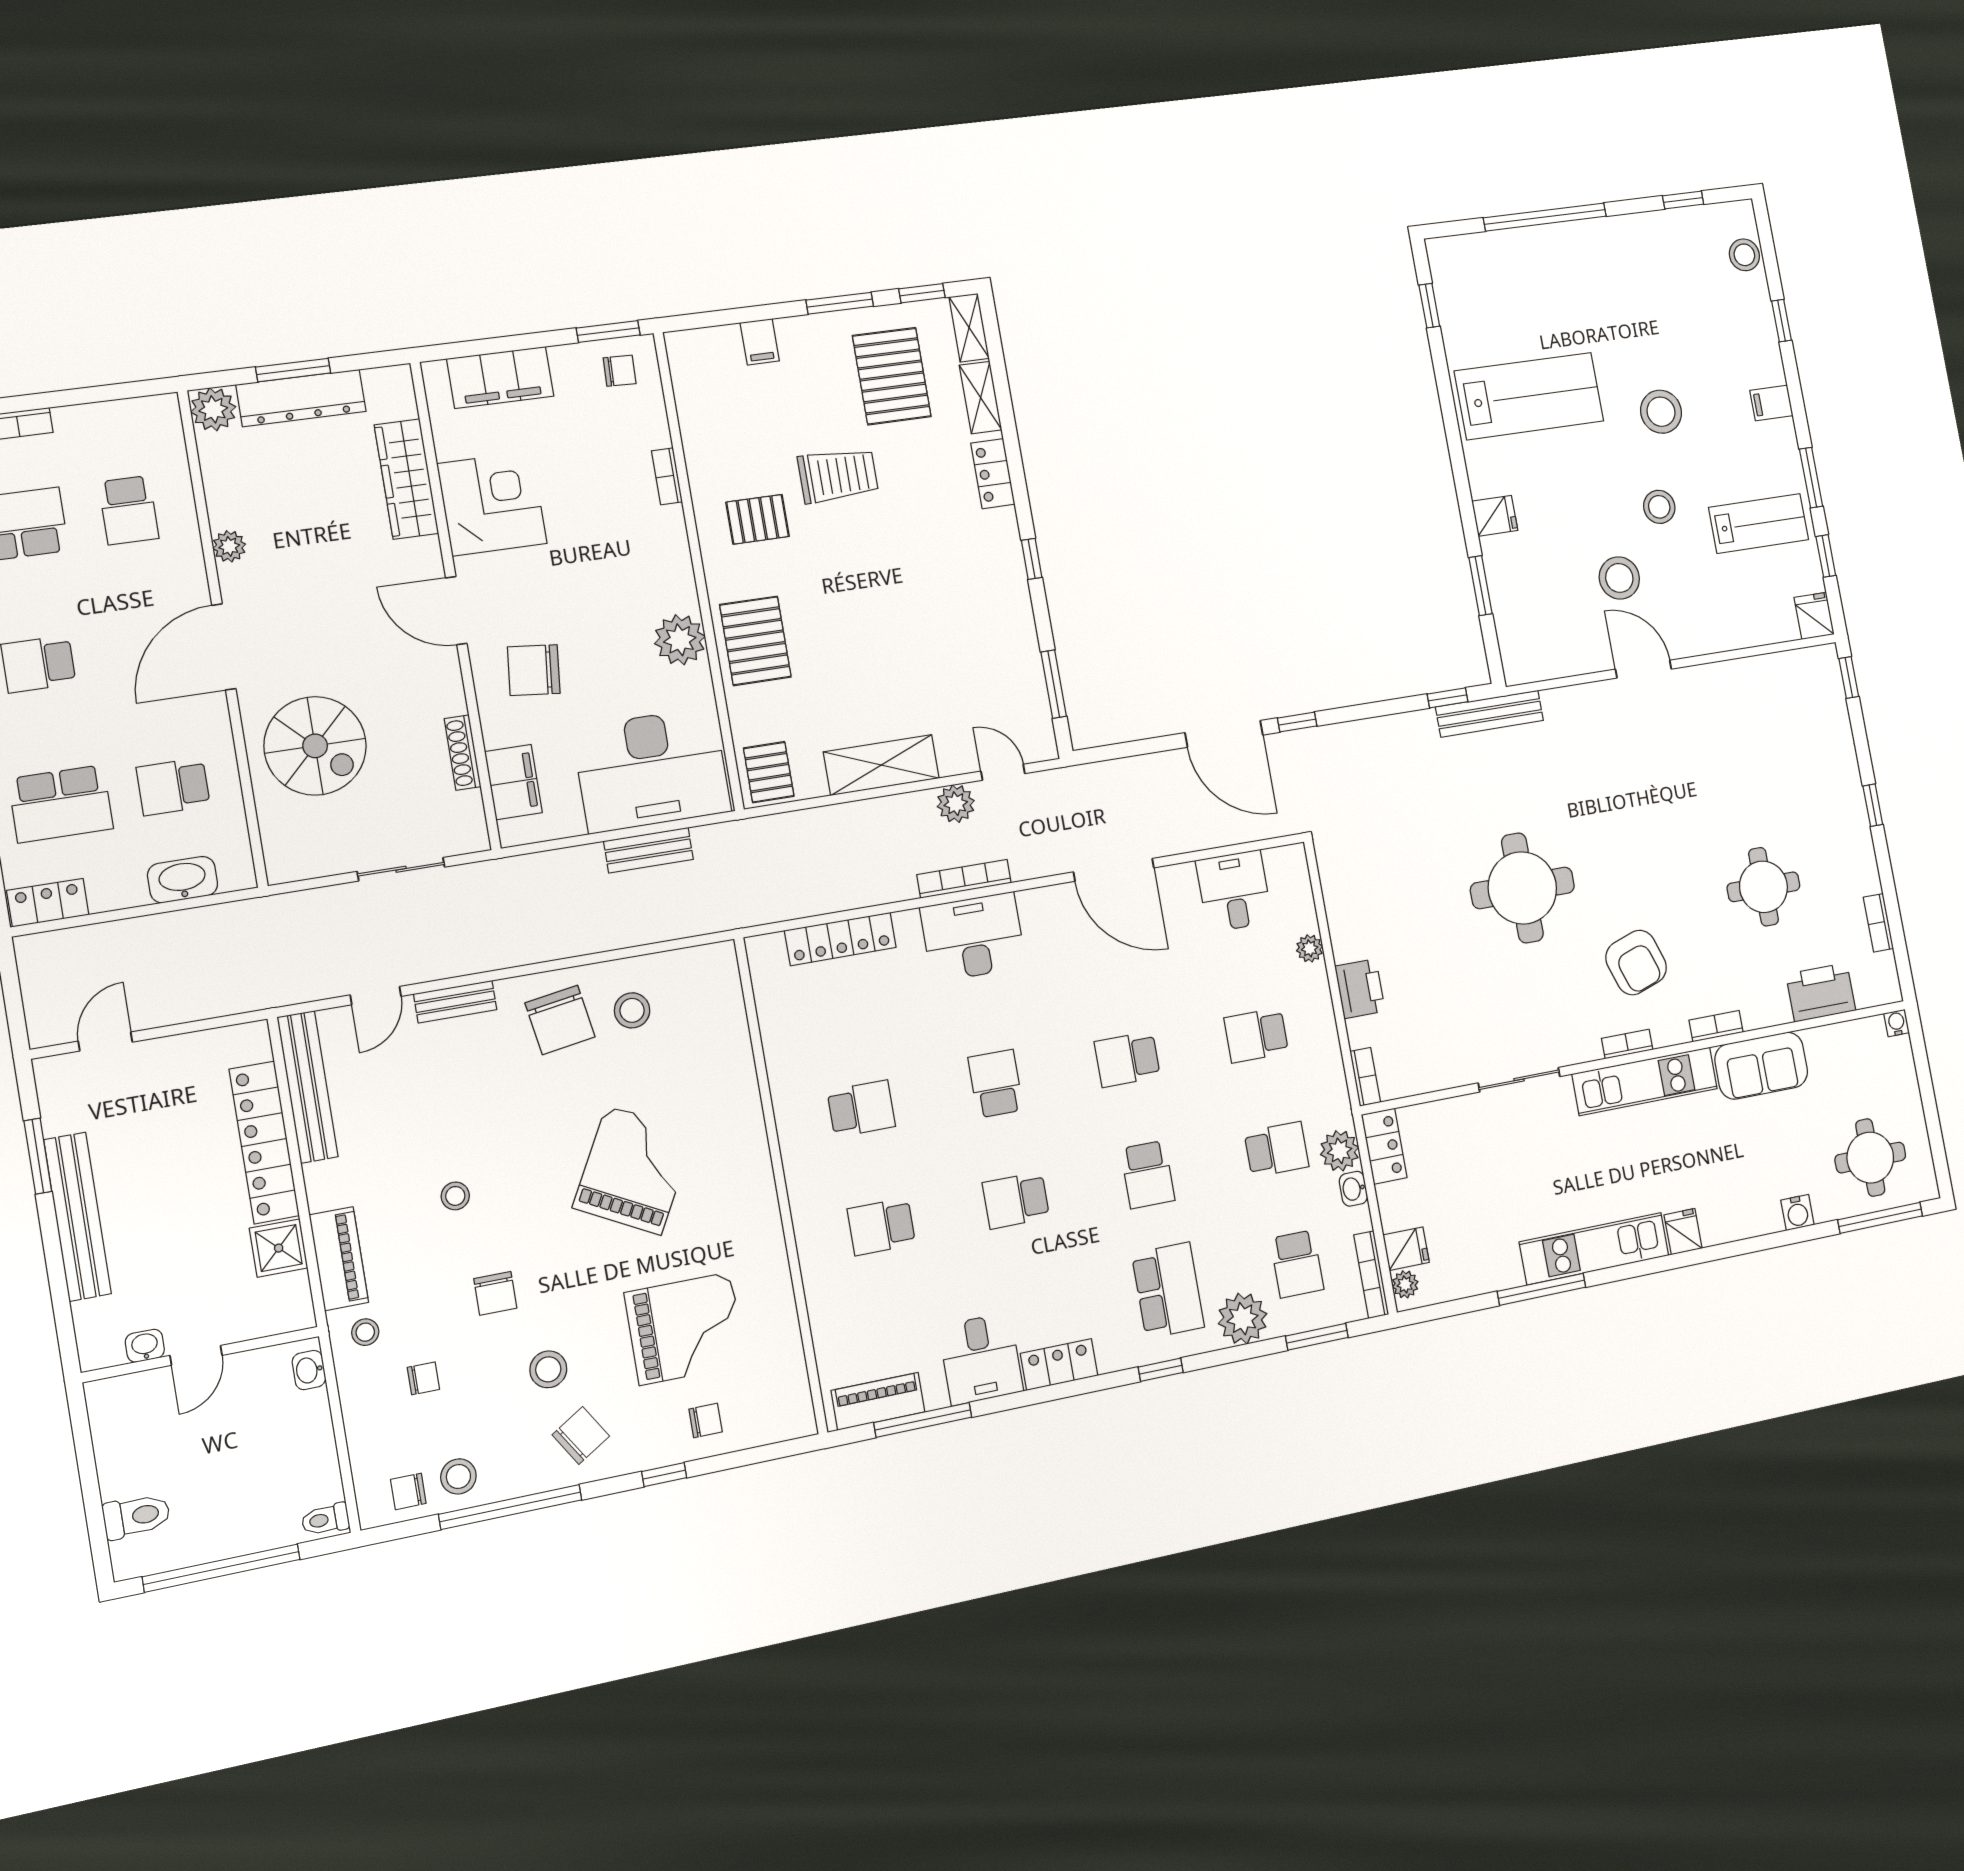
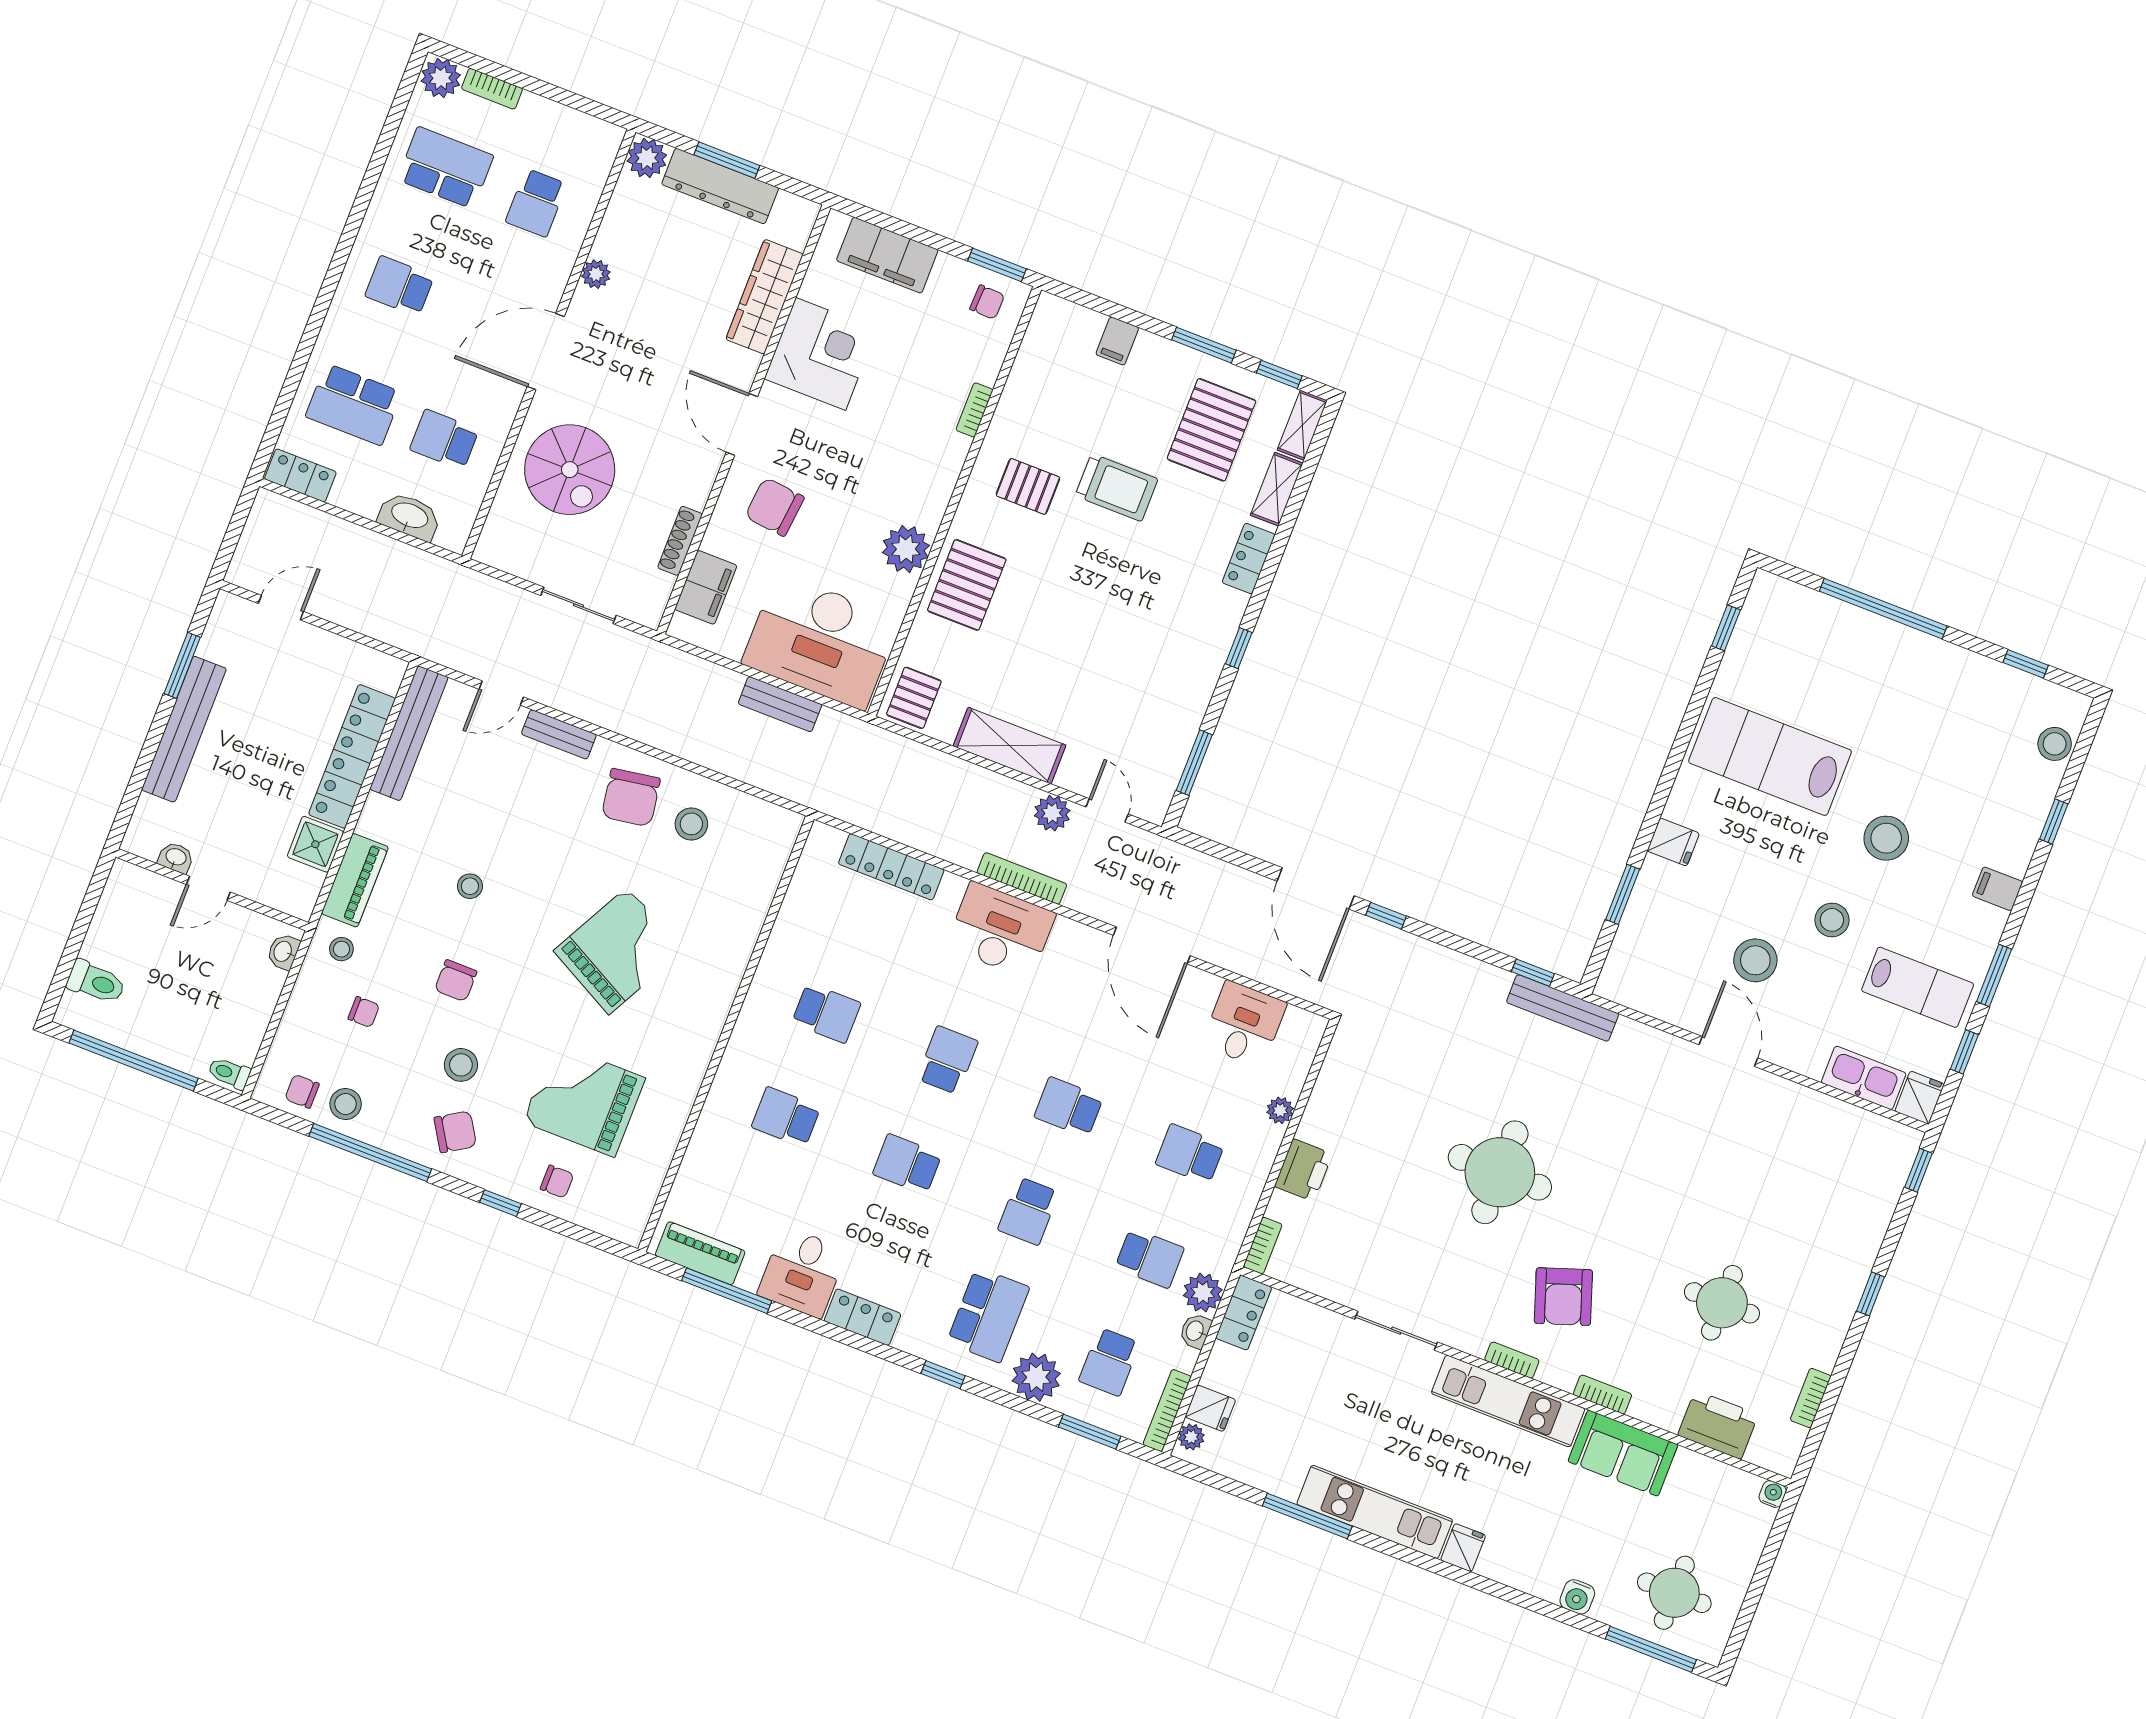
lab bench: (1529, 396) -> (1770, 756), turned 180
kitchen sink: (1762, 626) -> (1864, 1078), added
grand piano: (685, 1329) -> (584, 1100), turned 180

